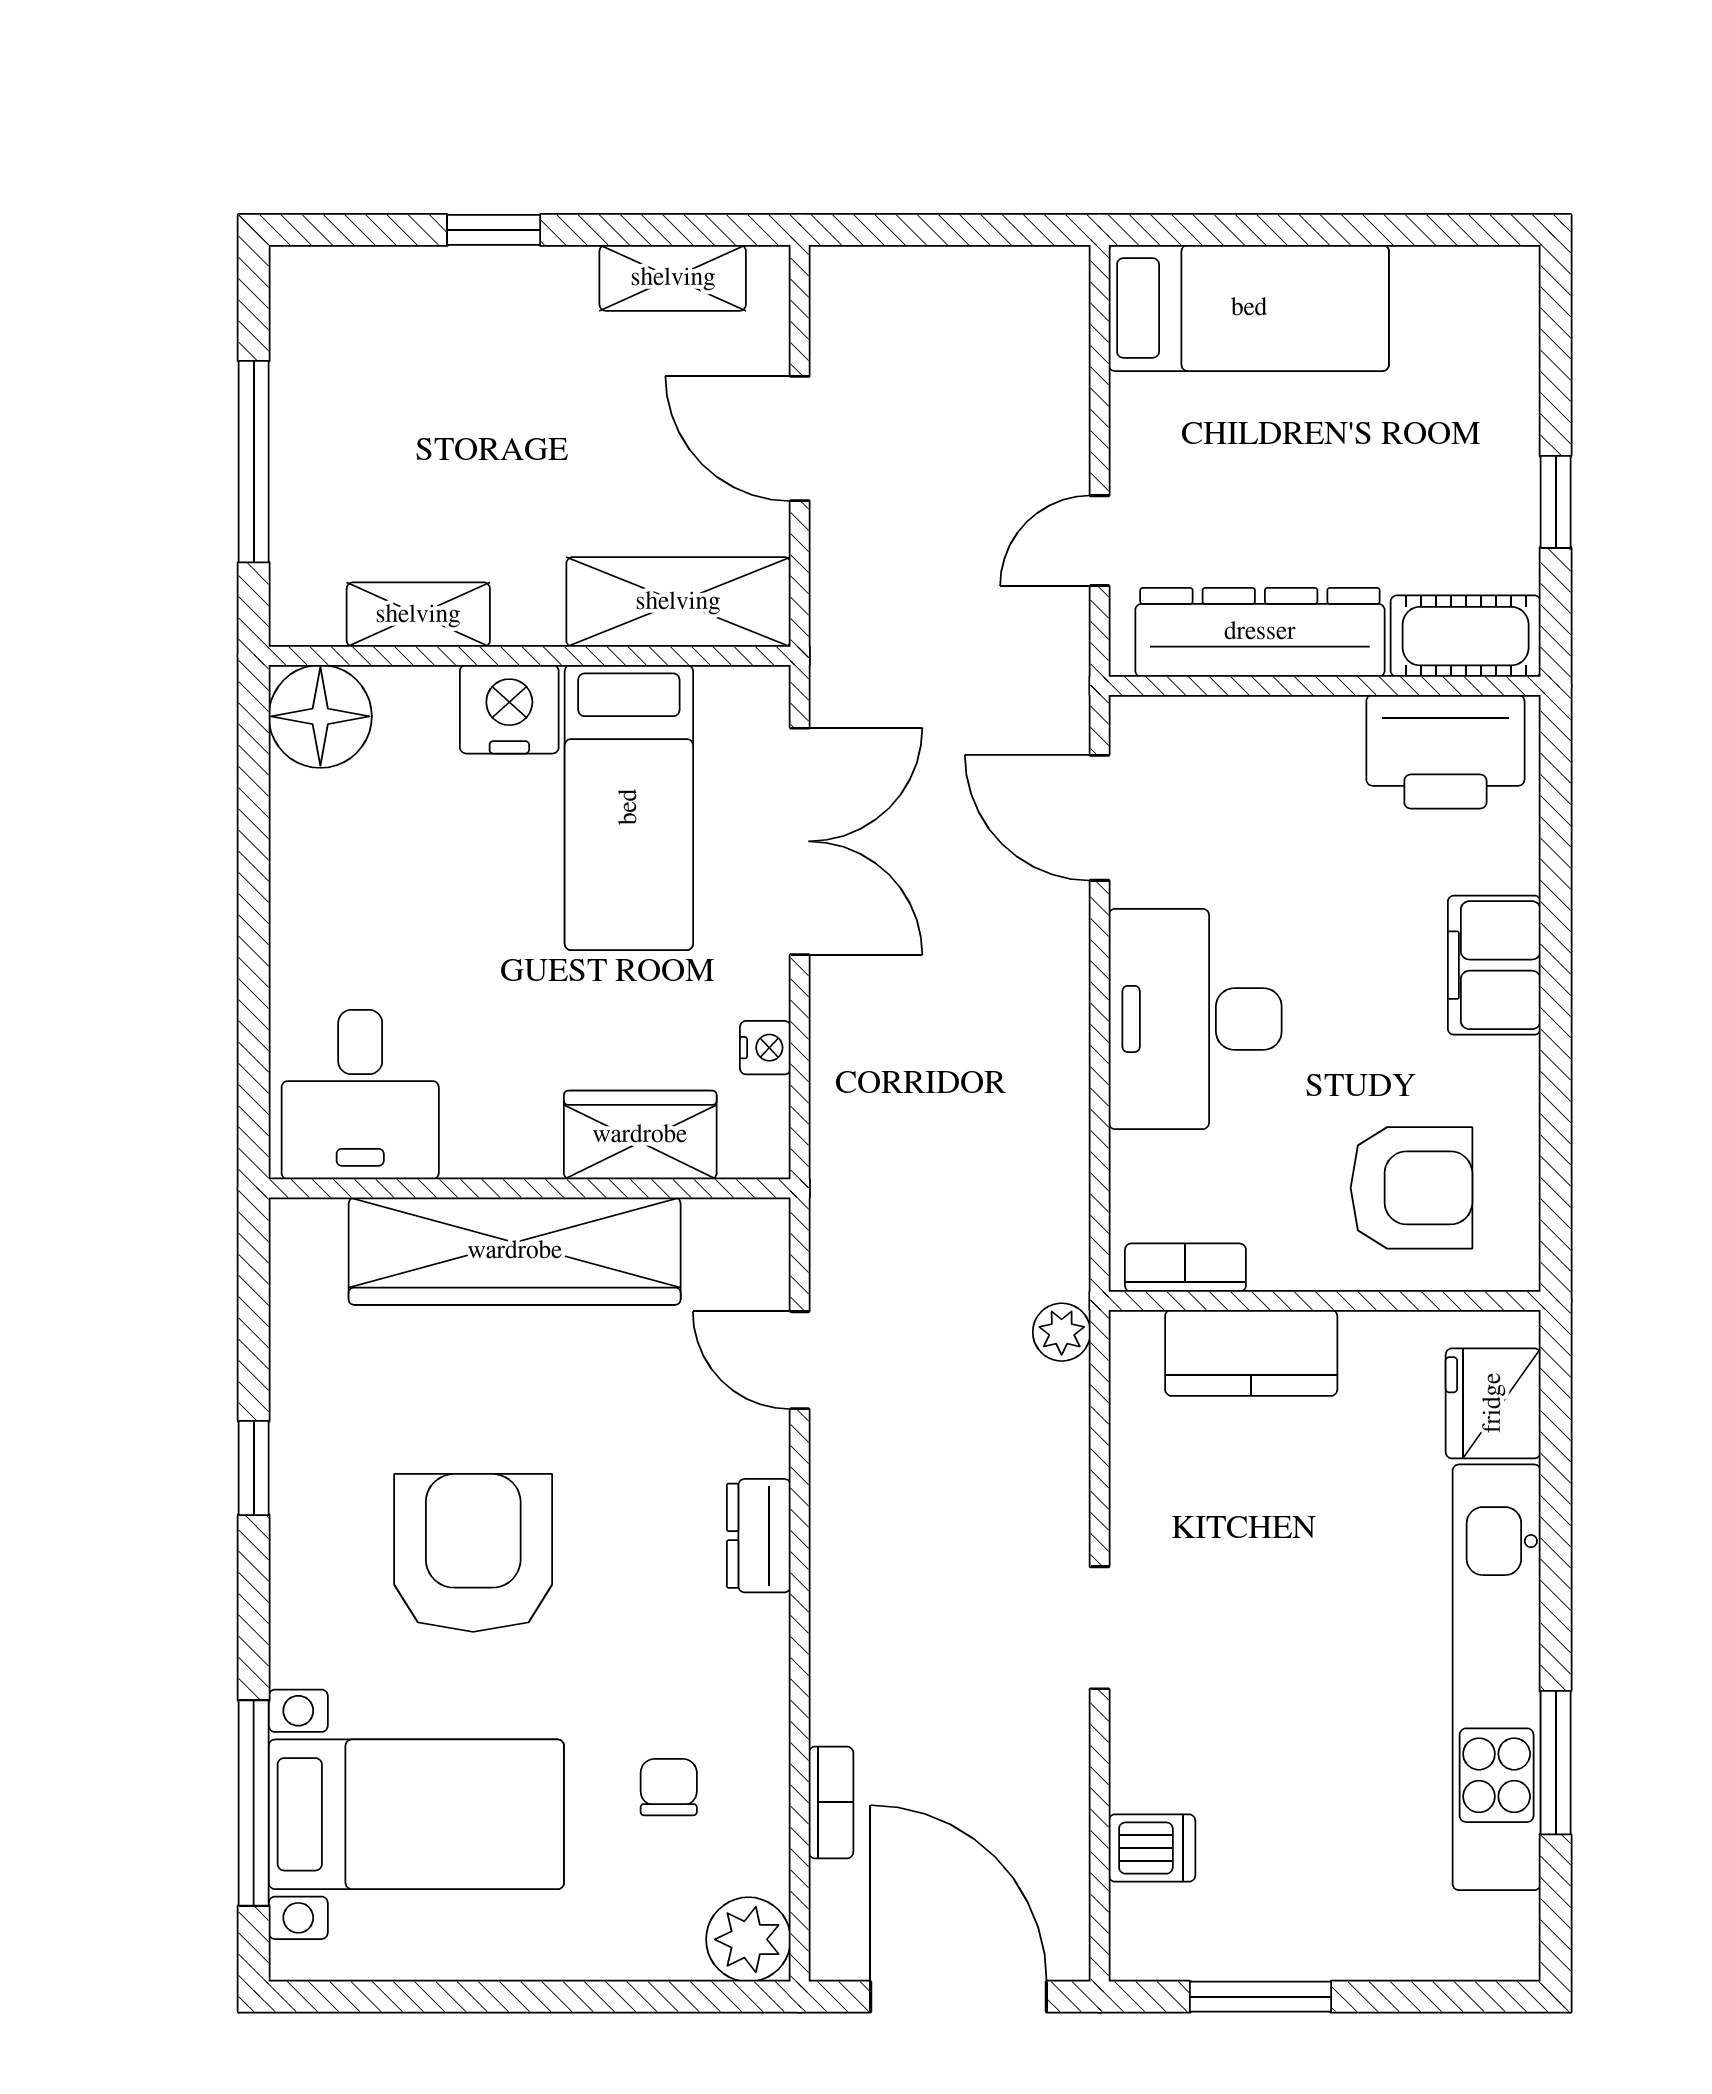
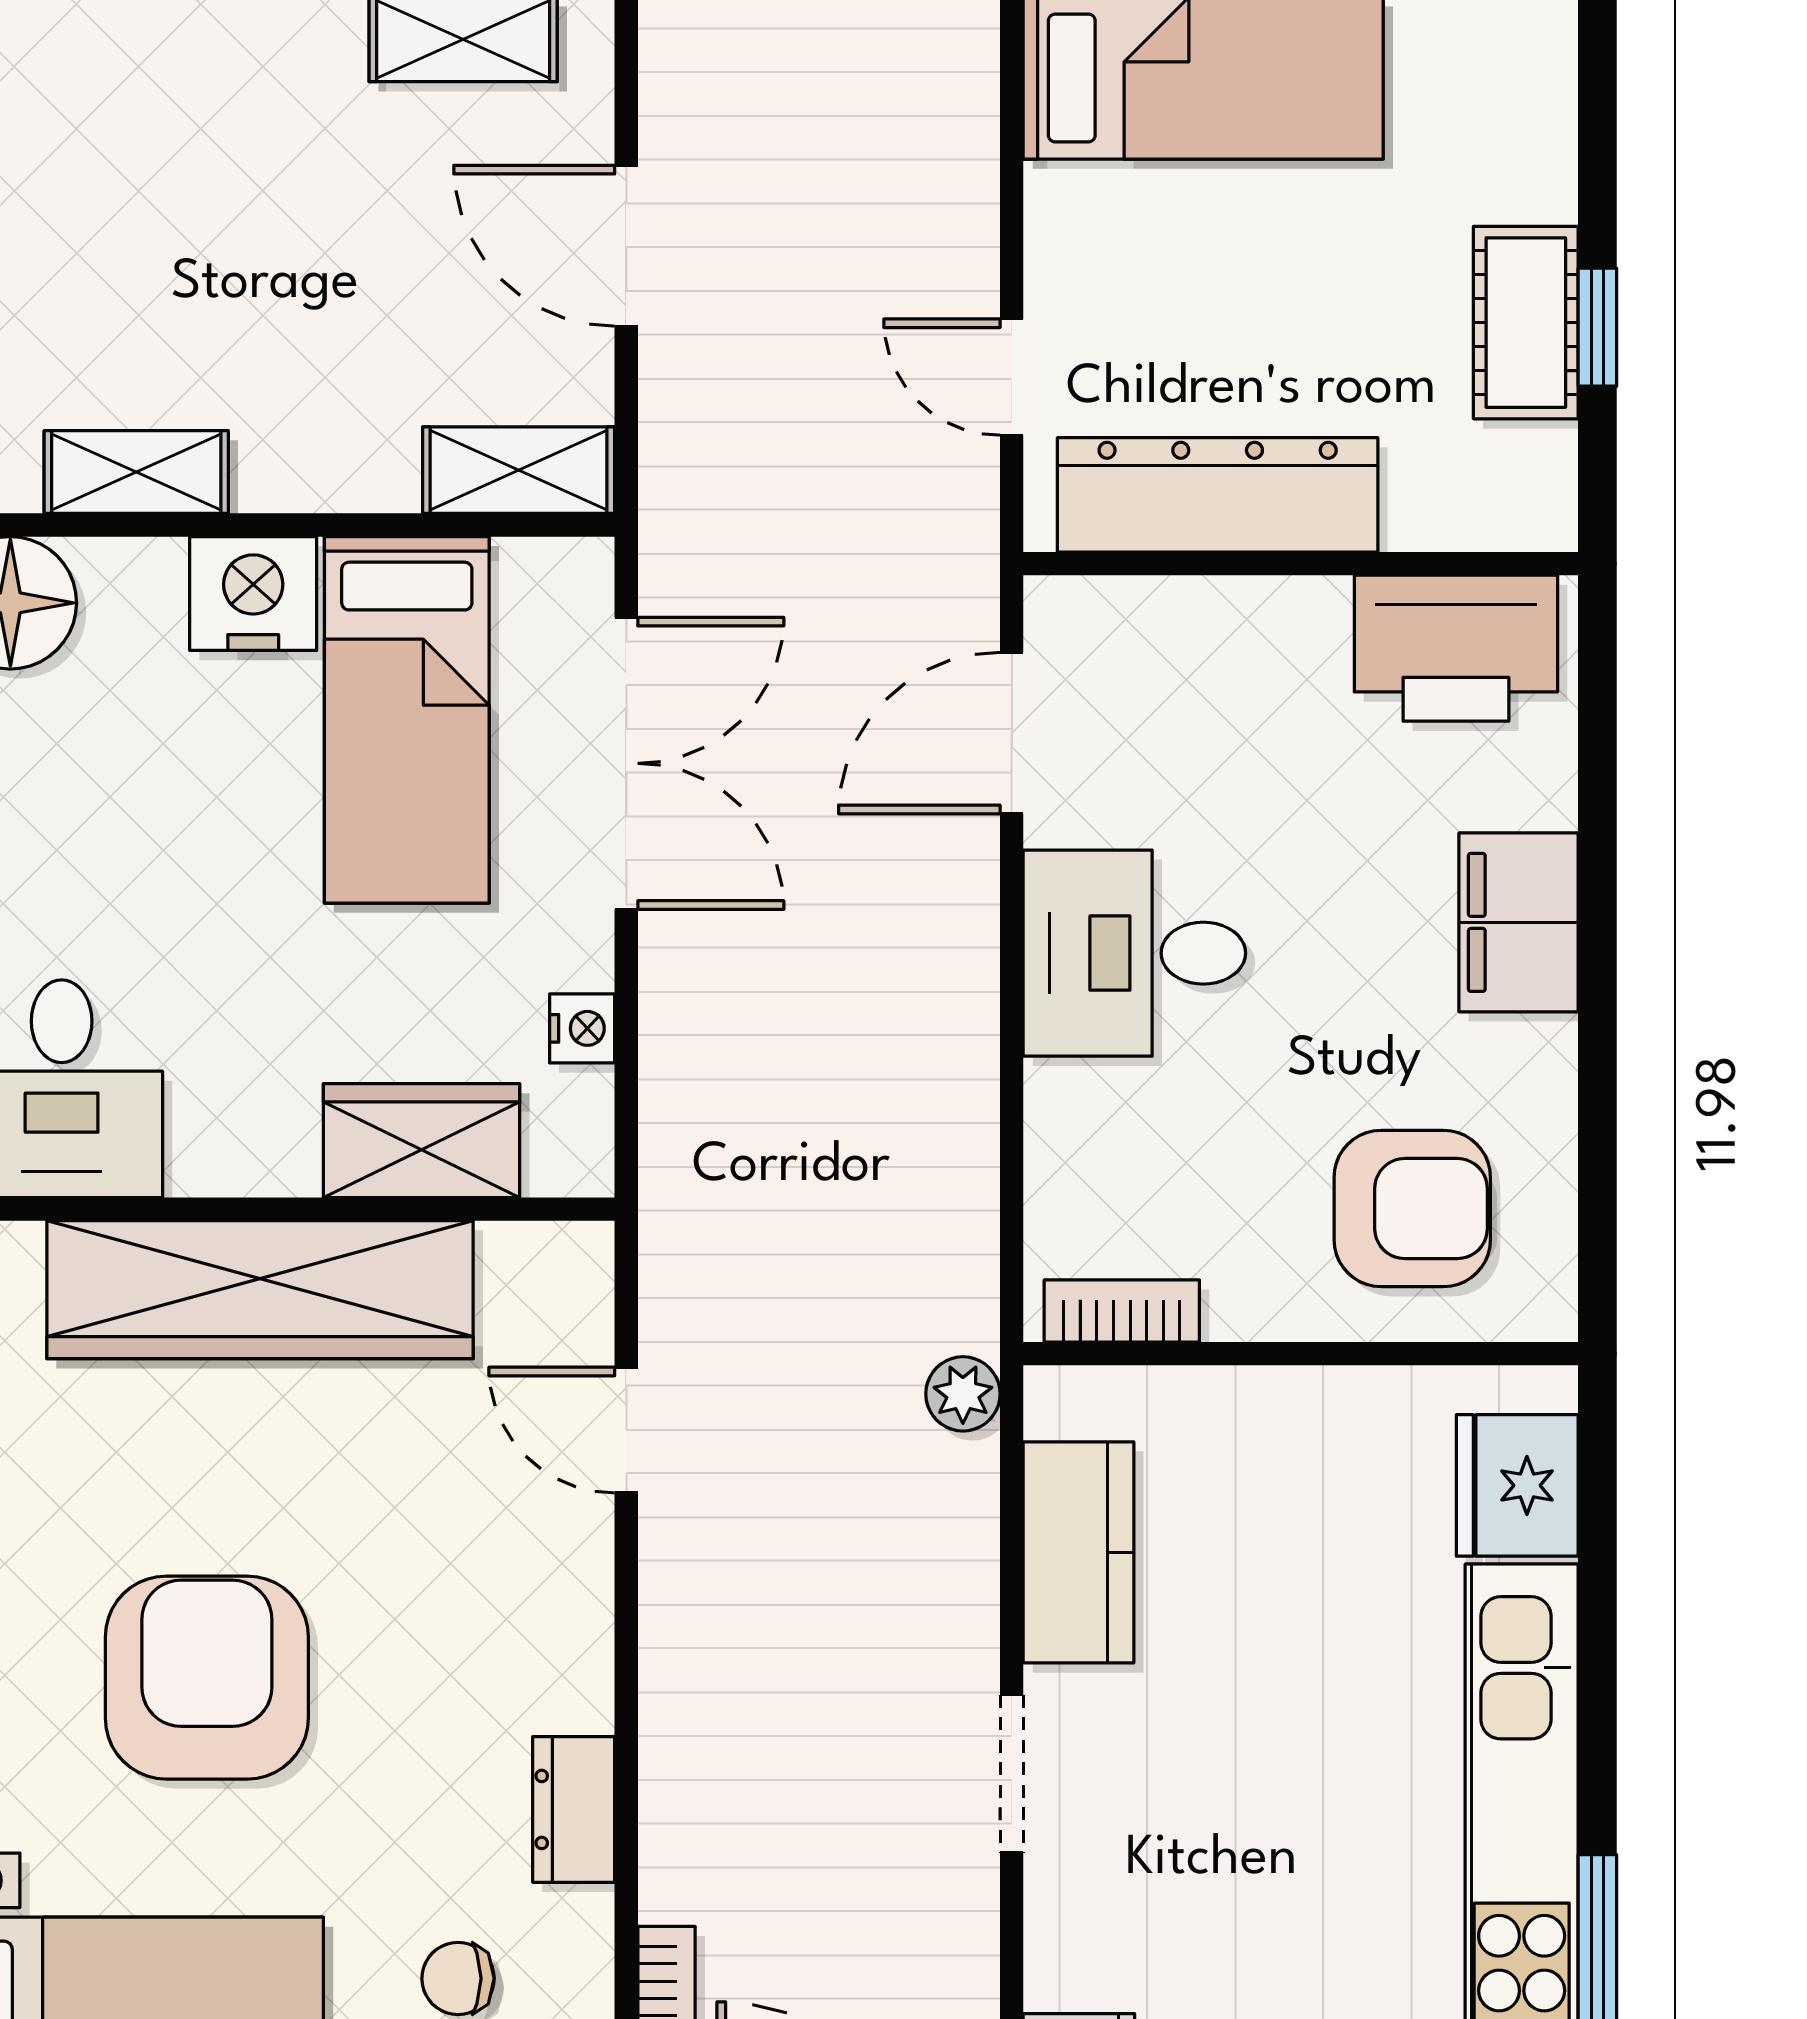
door: (1100, 541) -> (1012, 377), hinge flipped
shelving: (678, 602) -> (519, 470), width x0.67, depth x0.75
cot: (1466, 636) -> (1526, 323), moved, turned 90
door: (1100, 818) -> (1012, 733), hinge flipped
desk: (1195, 1019) -> (1134, 953), width x0.73
kitchen counter: (1251, 1353) -> (1078, 1552), moved, turned -90
dresser: (759, 1536) -> (574, 1809), moved
chair: (669, 1787) -> (458, 1978), turned -90

